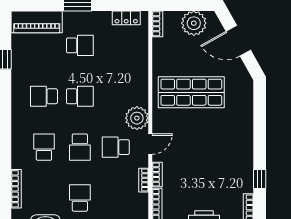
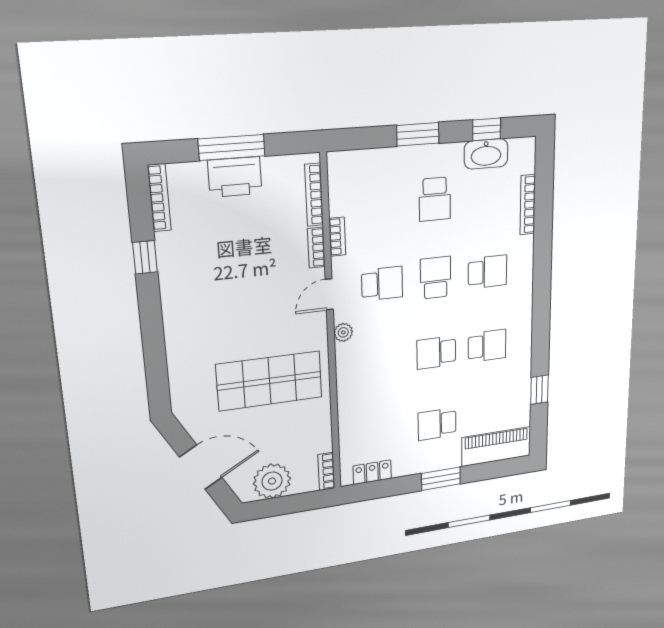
plant: (137, 118) -> (343, 332), width x0.53, depth x0.53
school desk: (44, 147) -> (488, 272), turned -90

